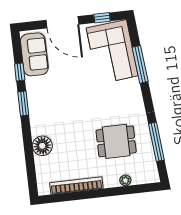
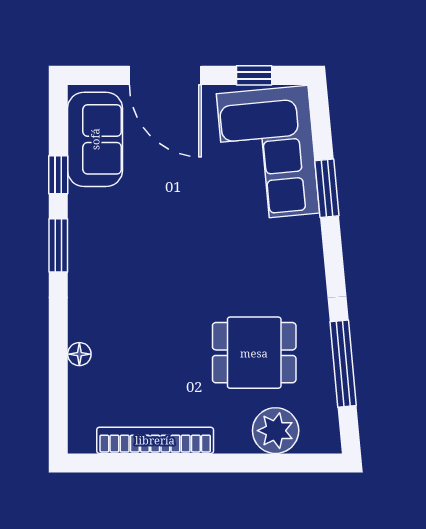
window: (140, 64) -> (327, 188), width x0.69
floor lamp: (42, 146) -> (79, 354), width x0.53, depth x0.53
plant: (125, 180) -> (276, 431), width x1.87, depth x1.87

